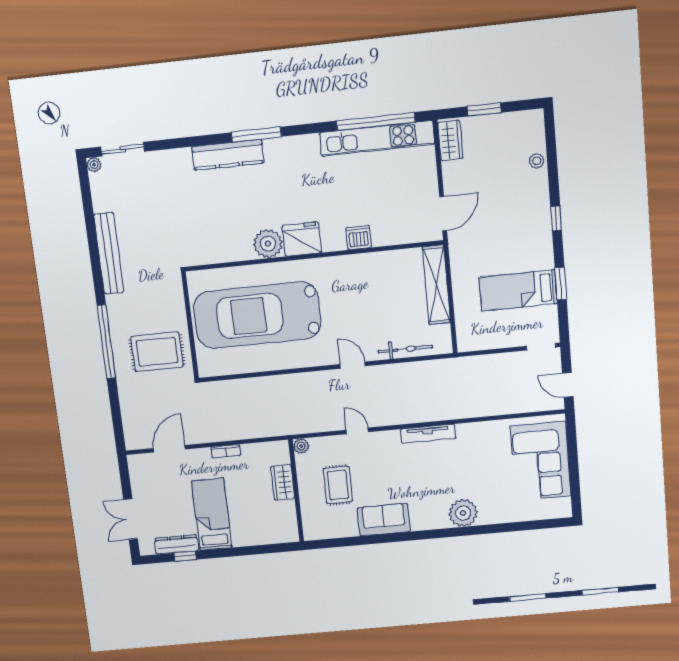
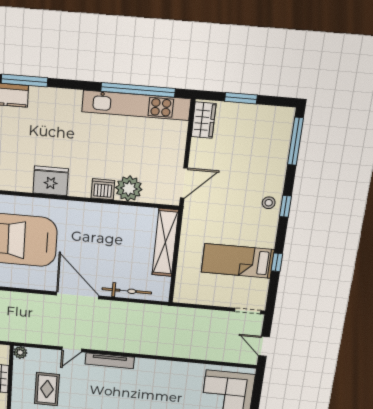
window: (551, 145) -> (295, 141), added
stool: (537, 161) -> (269, 203), moved
plant: (268, 244) -> (129, 189), moved
window: (561, 284) -> (277, 262), width x0.67
door: (353, 365) -> (78, 295), width x1.87
door: (357, 431) -> (72, 349), swing flipped
tv unit: (428, 434) -> (110, 361), moved

